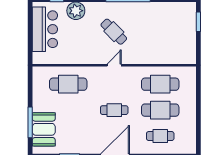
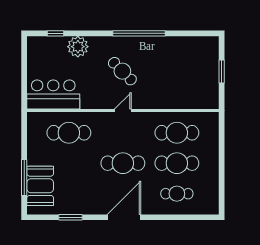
window: (198, 22) -> (222, 72), moved
bar counter: (45, 29) -> (53, 94), moved, turned -90
cafe table: (114, 110) -> (123, 163), width x1.37, depth x1.35

